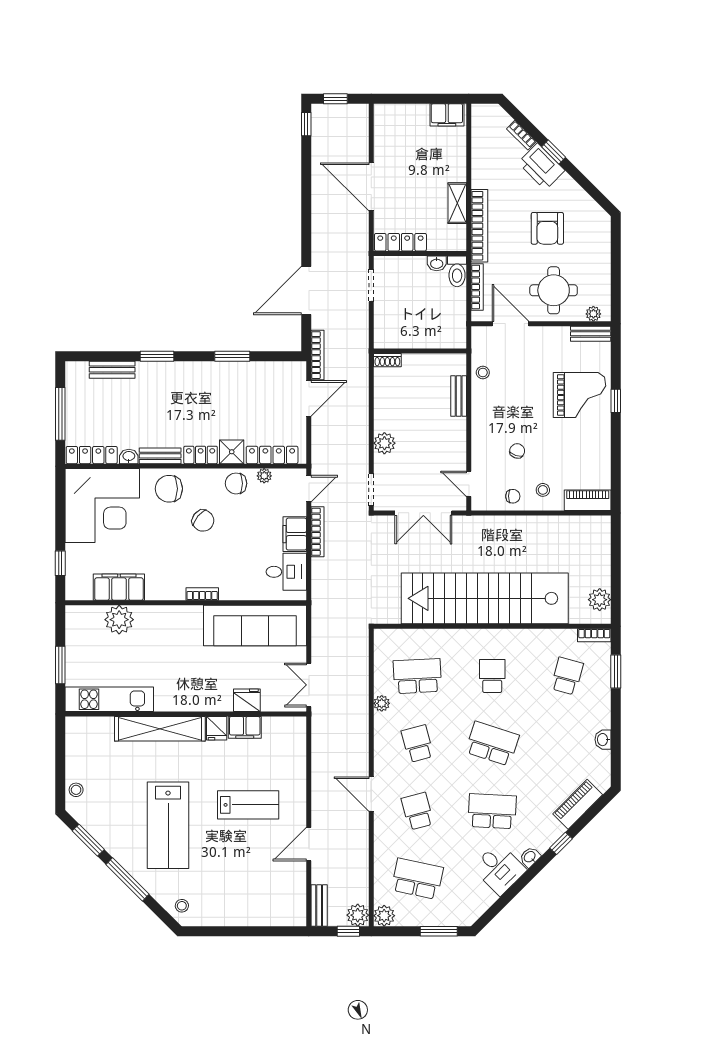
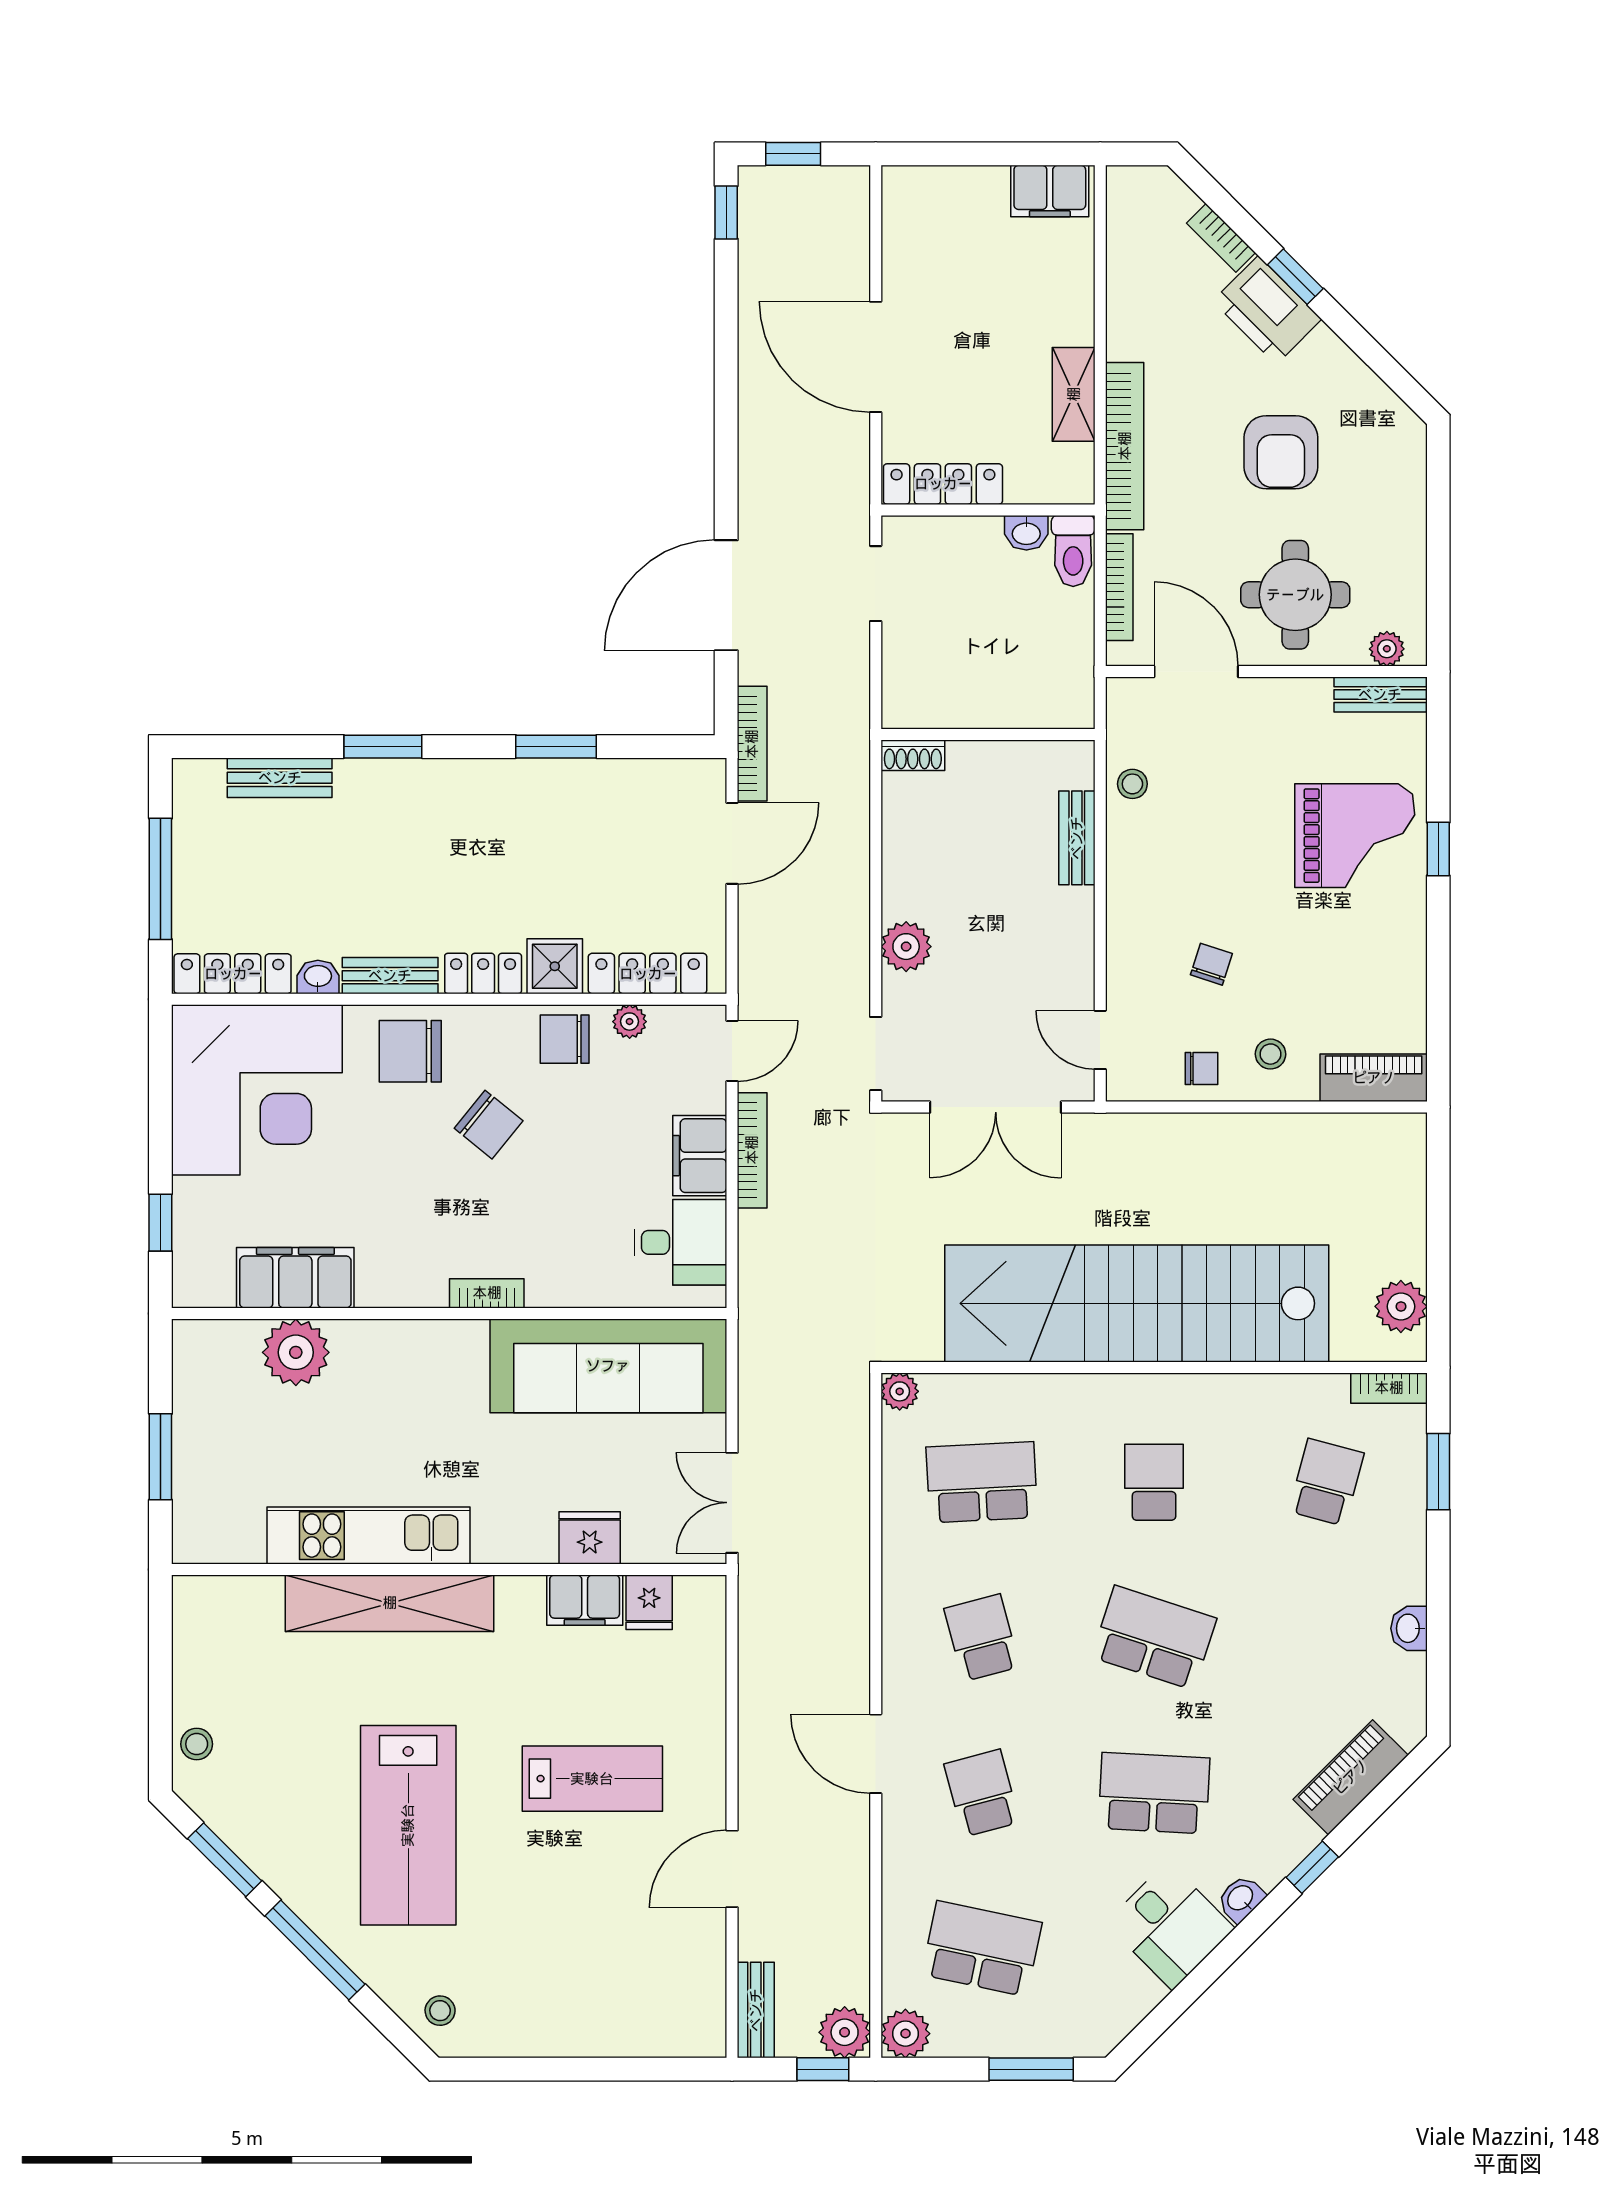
kitchen unit: (109, 699) -> (368, 1536), moved
plant: (382, 703) -> (900, 1391), moved
fridge: (217, 728) -> (649, 1602), moved

